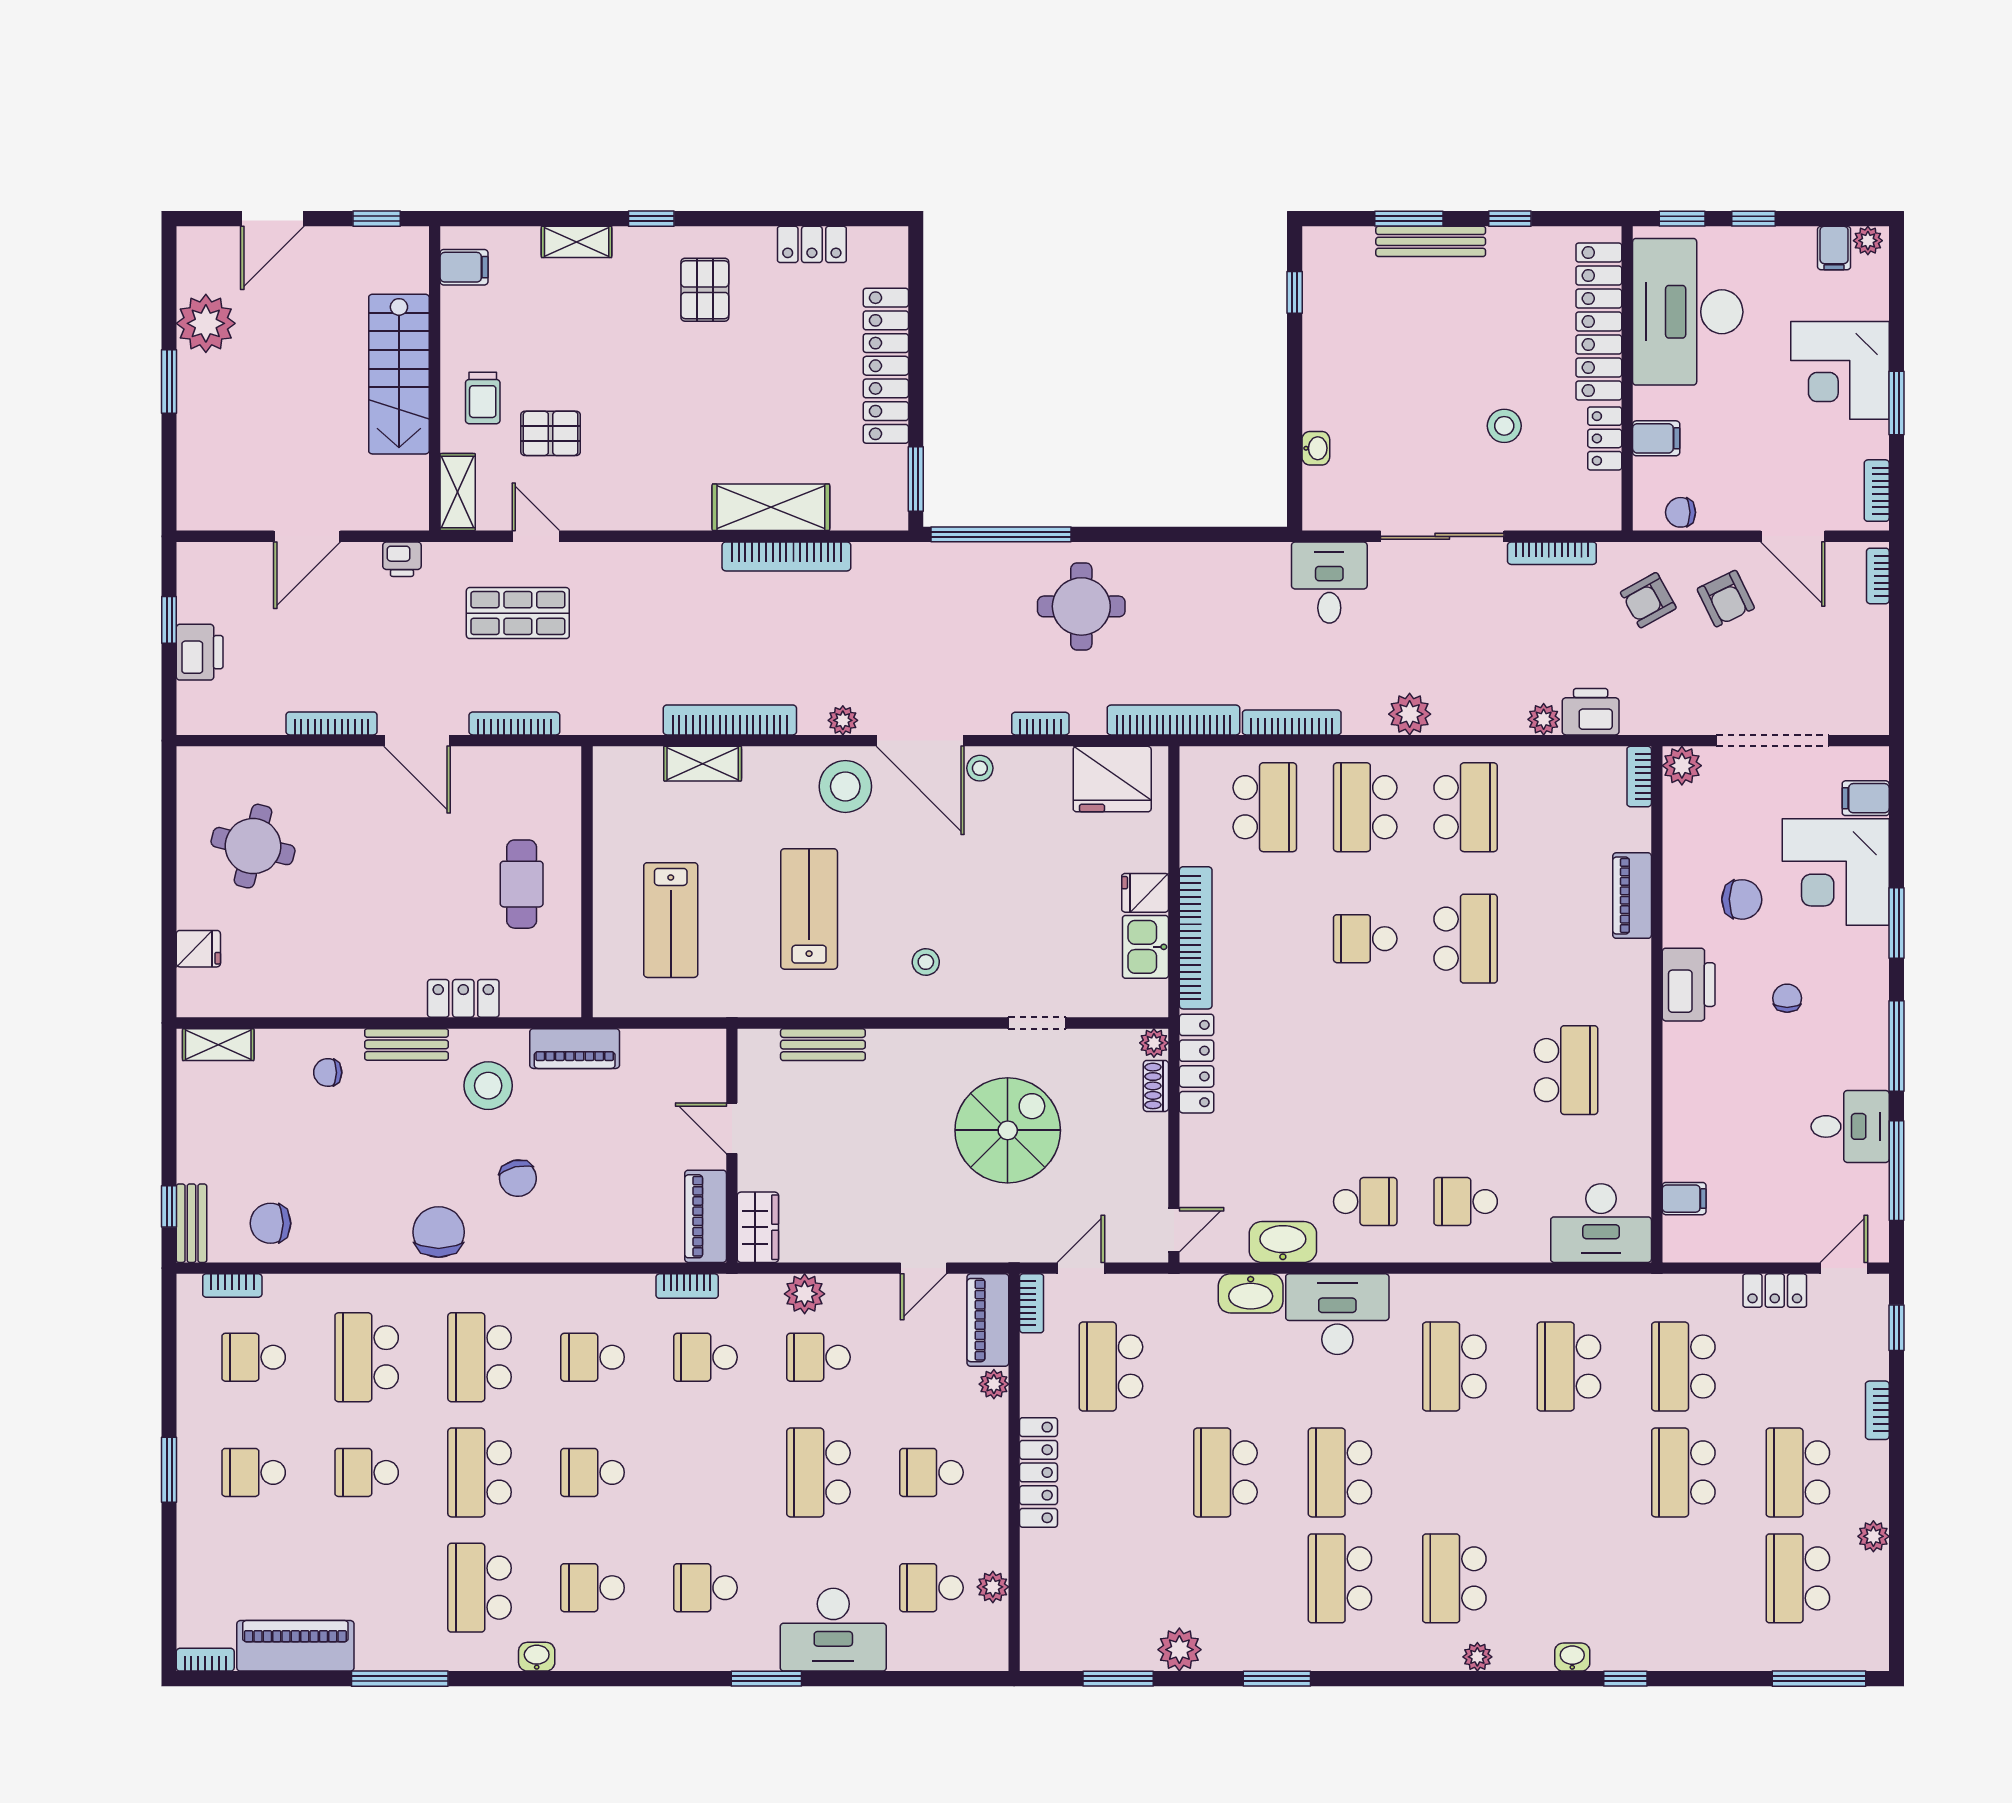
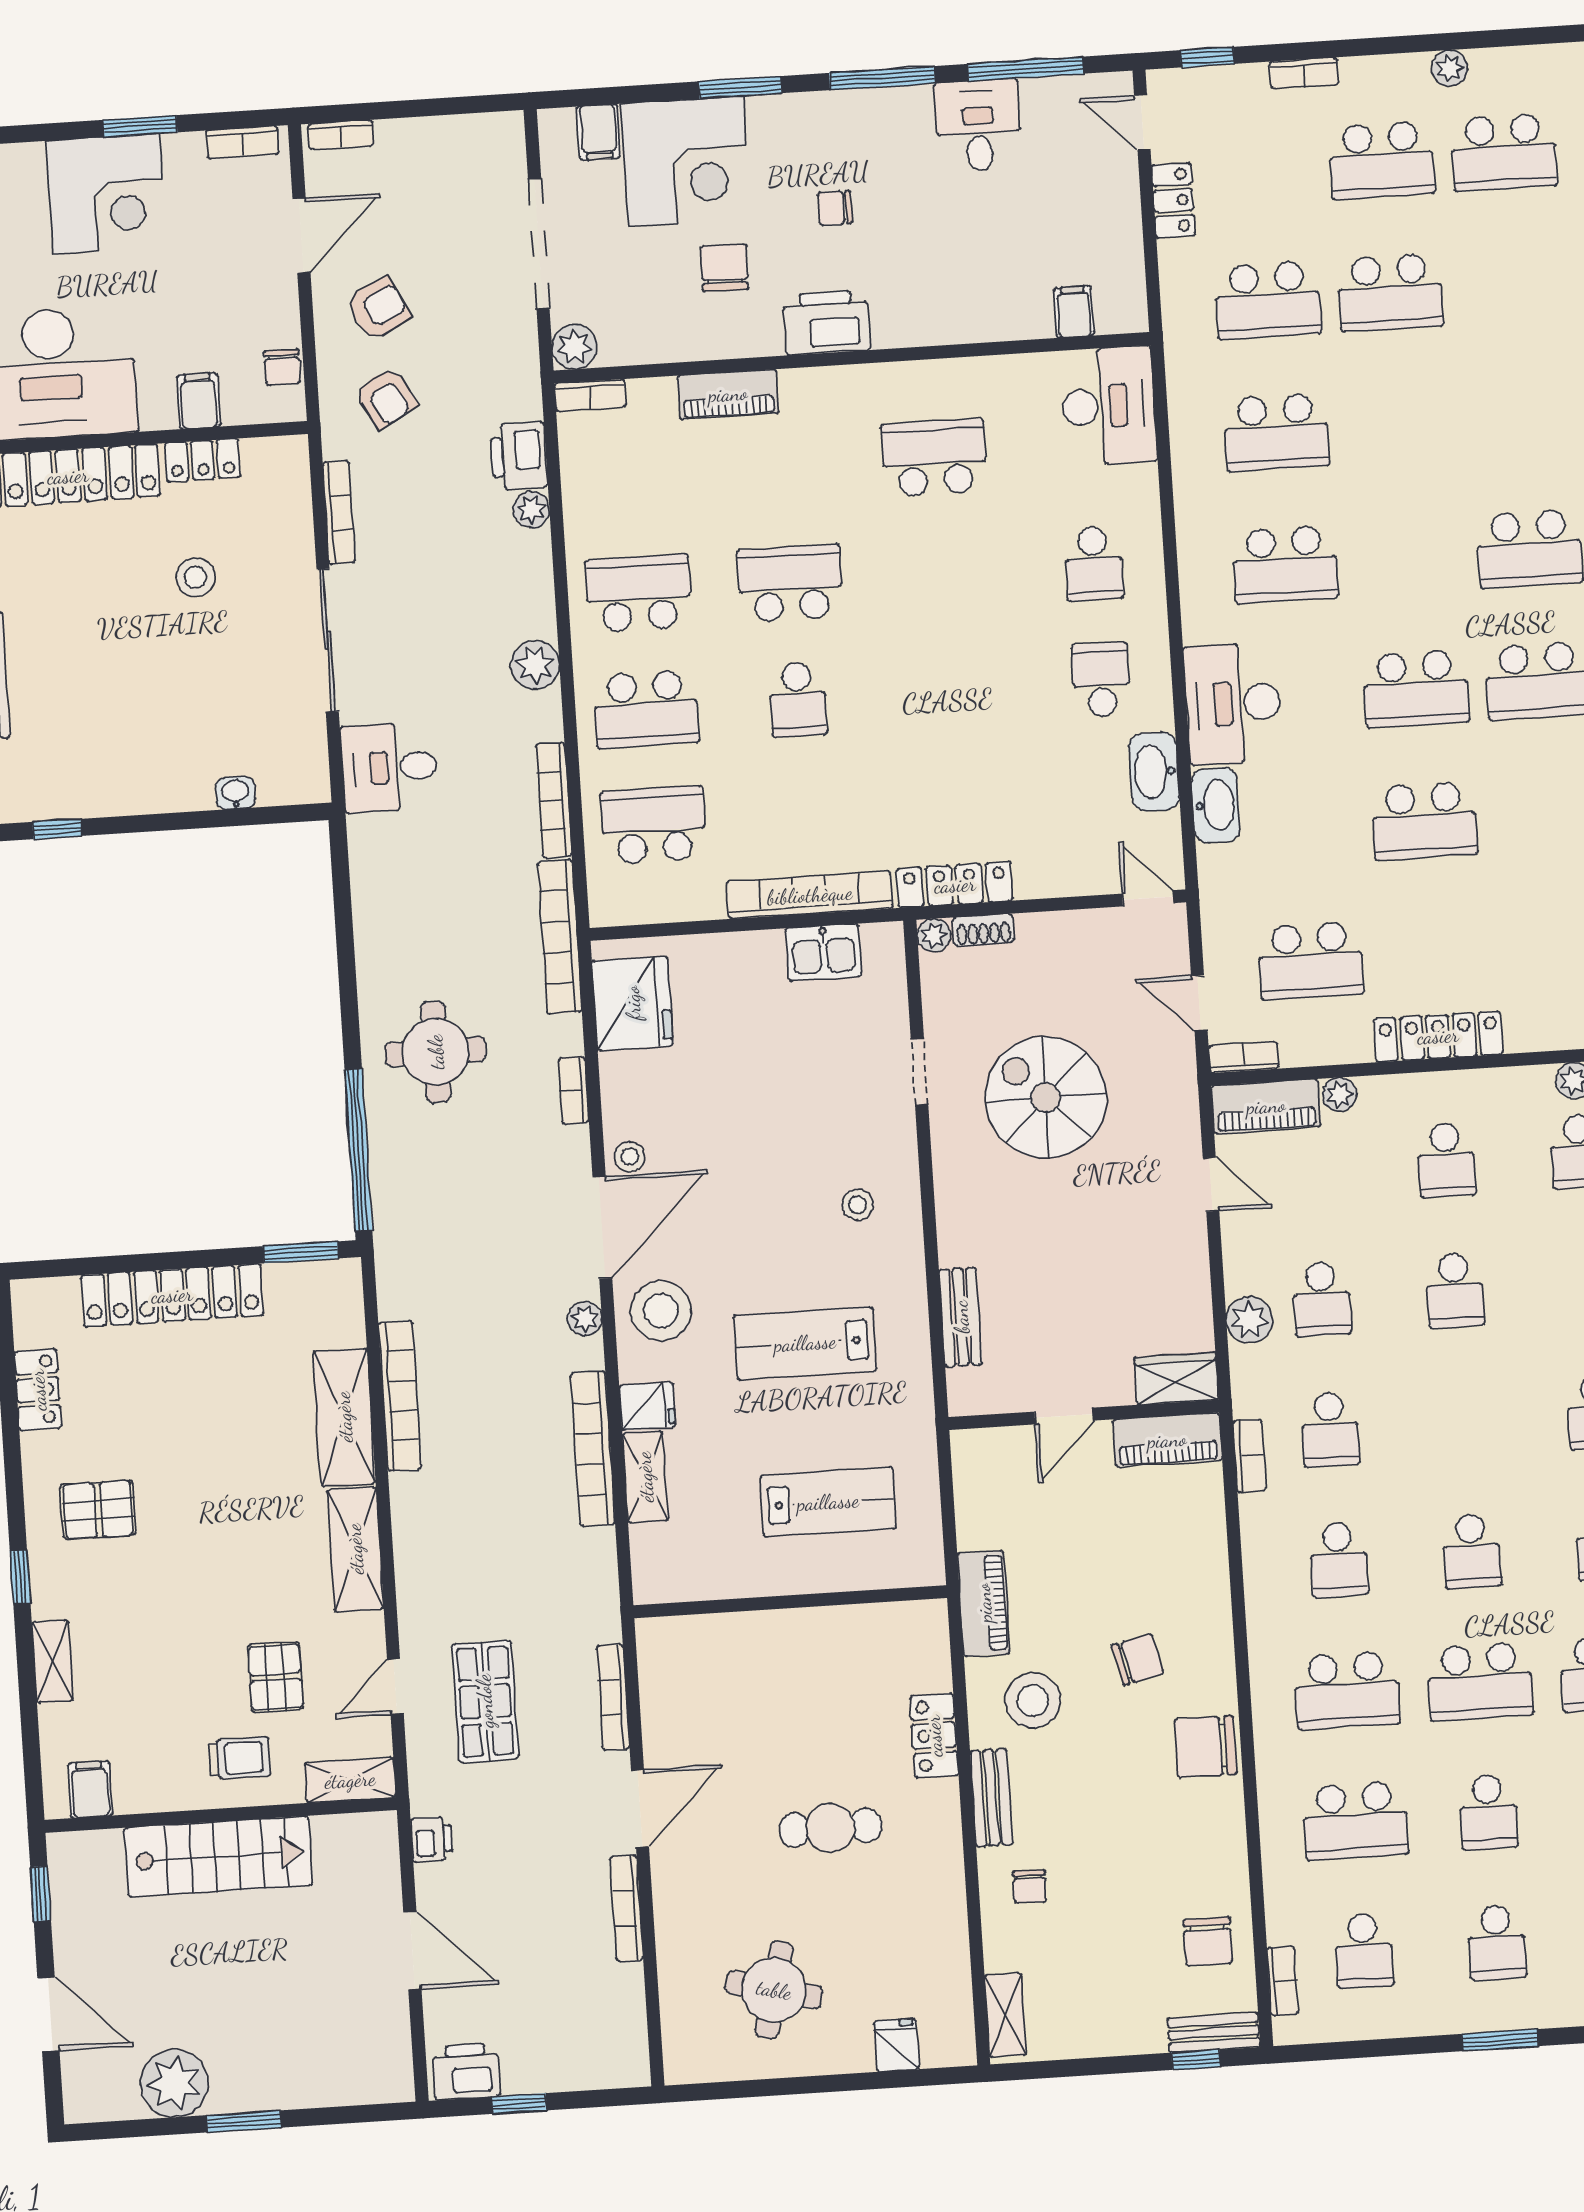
shelving: (656, 510) -> (355, 1549), added
printer: (200, 652) -> (466, 2071), moved
cafe table: (522, 884) -> (830, 1828), moved
fridge: (1145, 893) -> (647, 1406), moved, turned -90
school desk: (818, 1472) -> (1455, 1290), width x0.54

